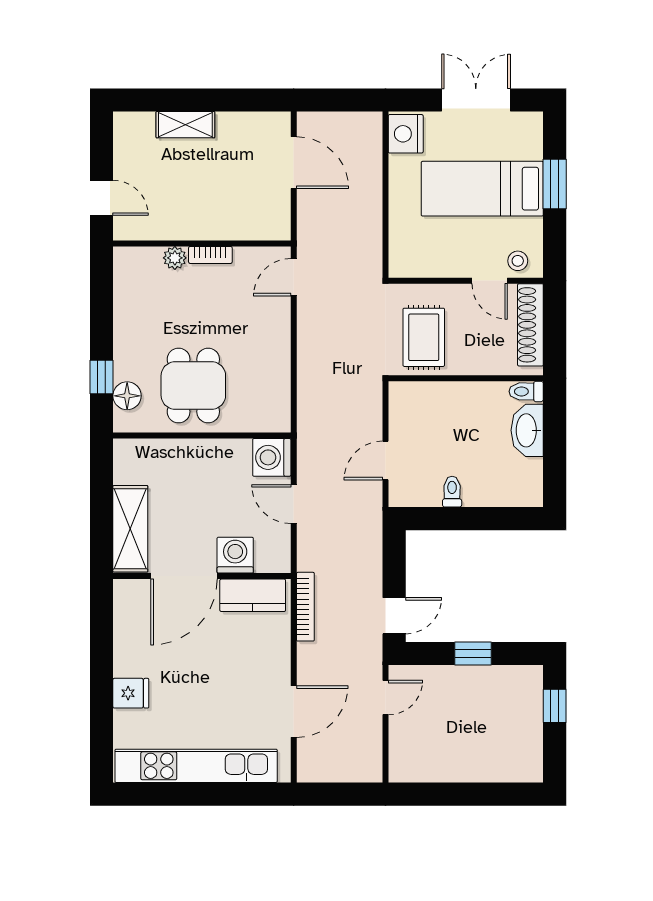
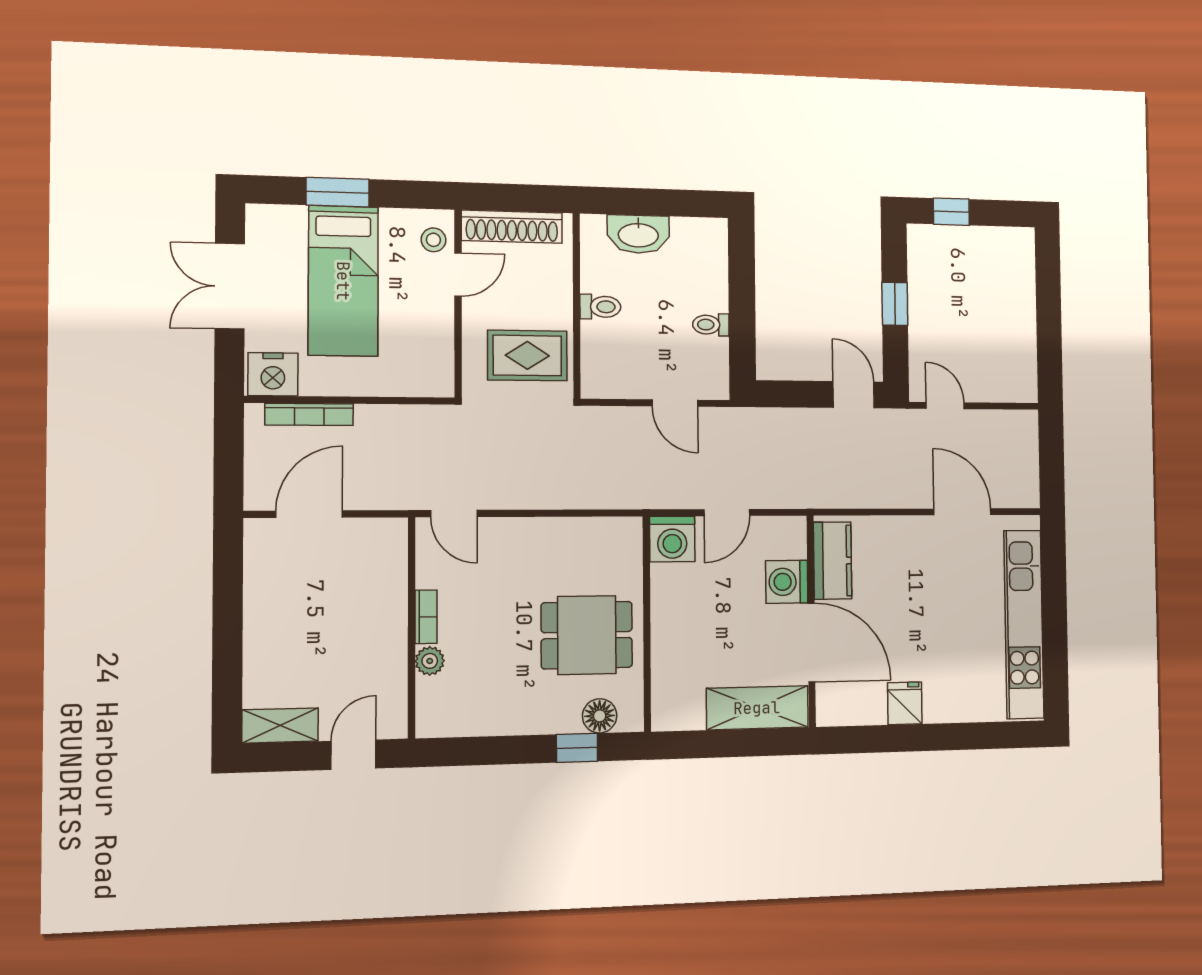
shelving: (185, 125) -> (280, 726), moved, turned 90
toilet: (526, 391) -> (600, 307), moved, turned -90
bookcase: (305, 607) -> (309, 414), moved, turned 180
fridge: (131, 693) -> (905, 703), moved

